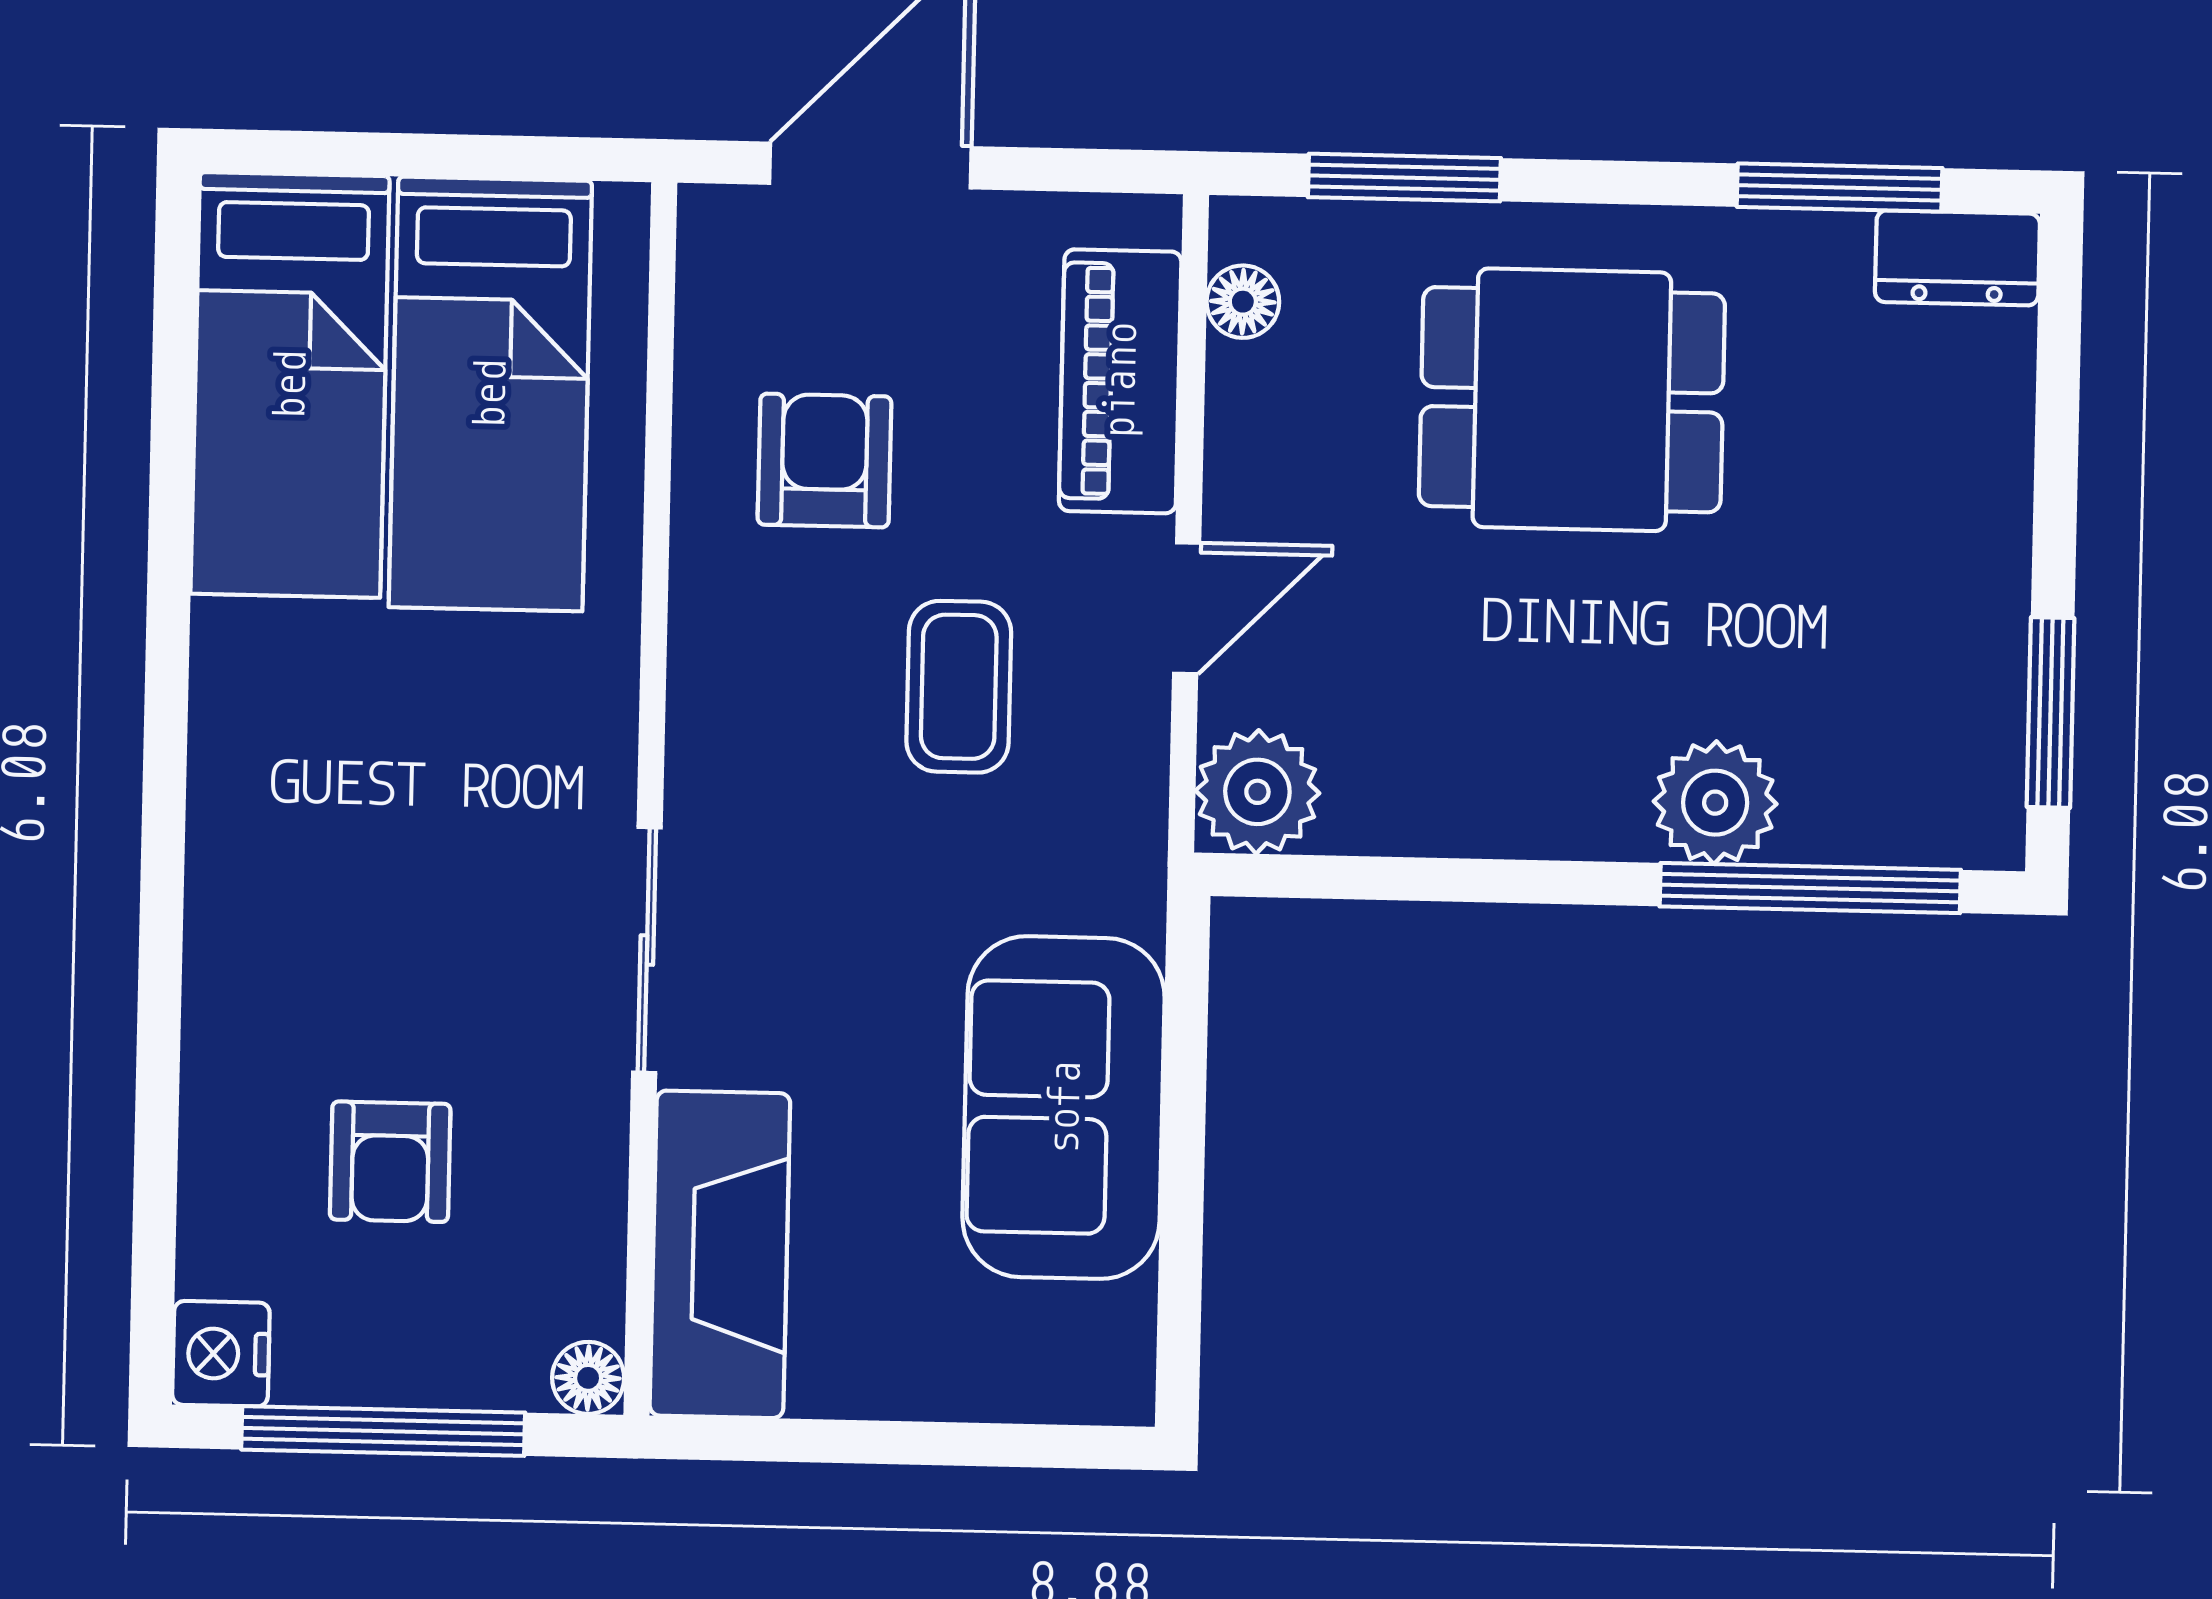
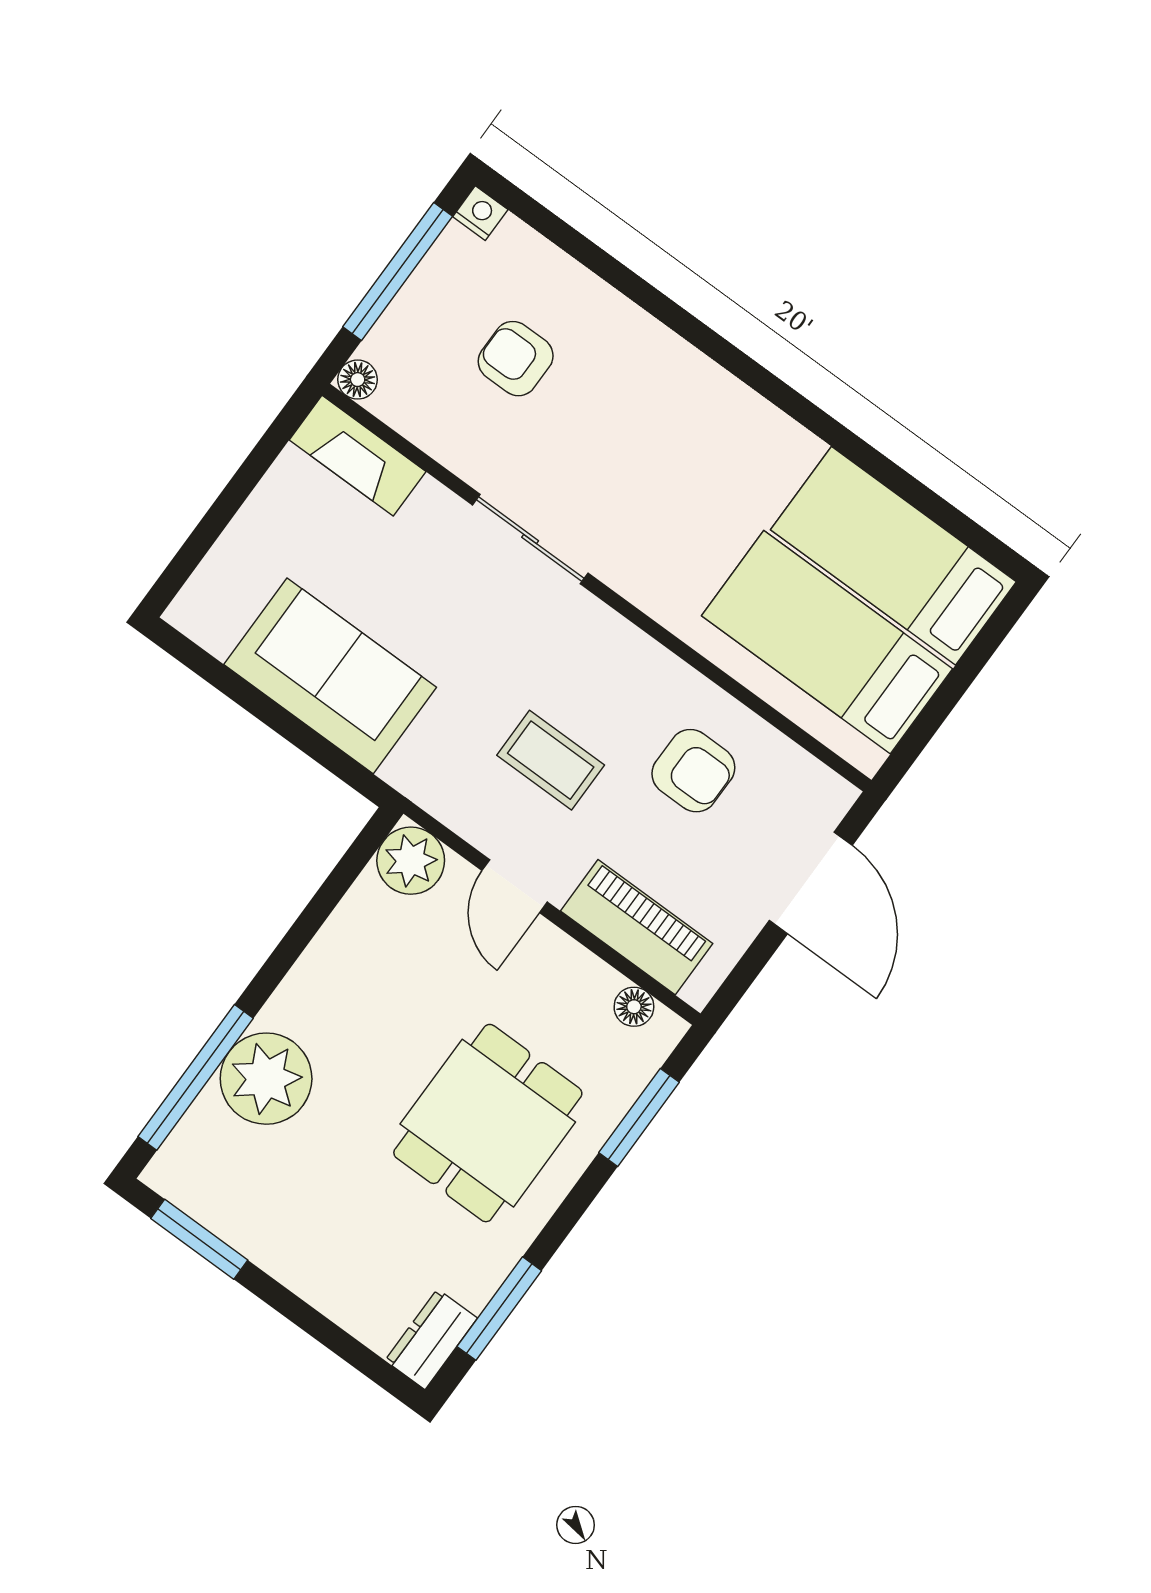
plant: (1715, 803) -> (266, 1079), width x1.36, depth x1.36
fireplace: (720, 1254) -> (358, 456), width x0.73, depth x0.76
nightstand: (221, 1354) -> (480, 213), width x0.72, depth x0.74

